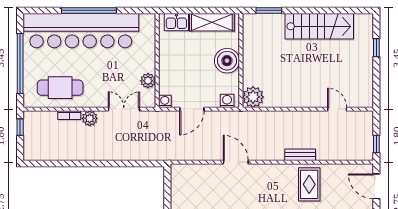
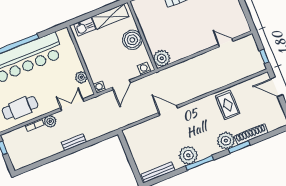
bench: (300, 155) -> (74, 142), moved

